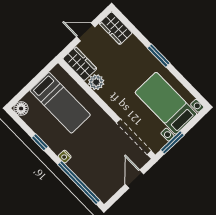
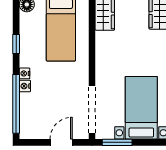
plant: (96, 82) -> (104, 40), removed
nightstand: (73, 165) -> (25, 86), added

